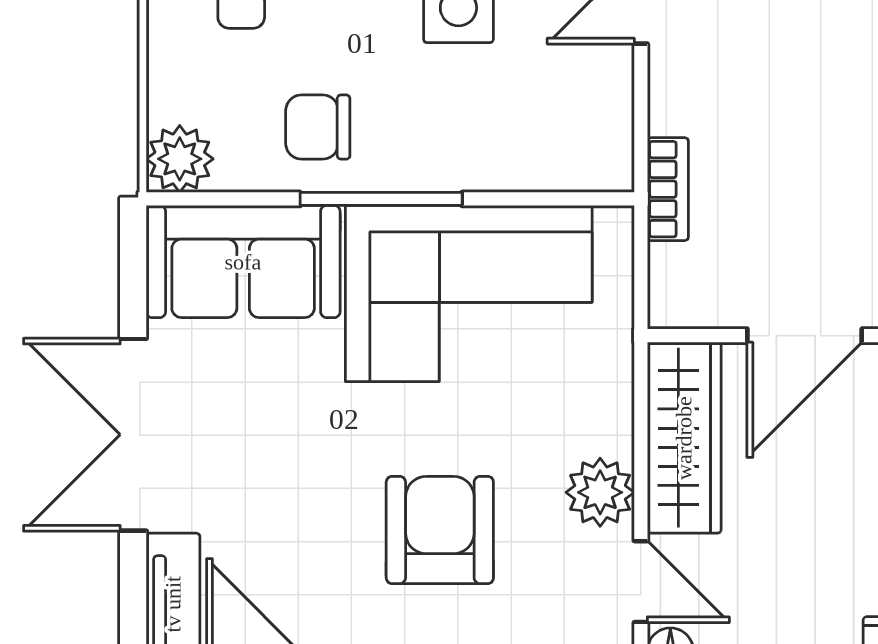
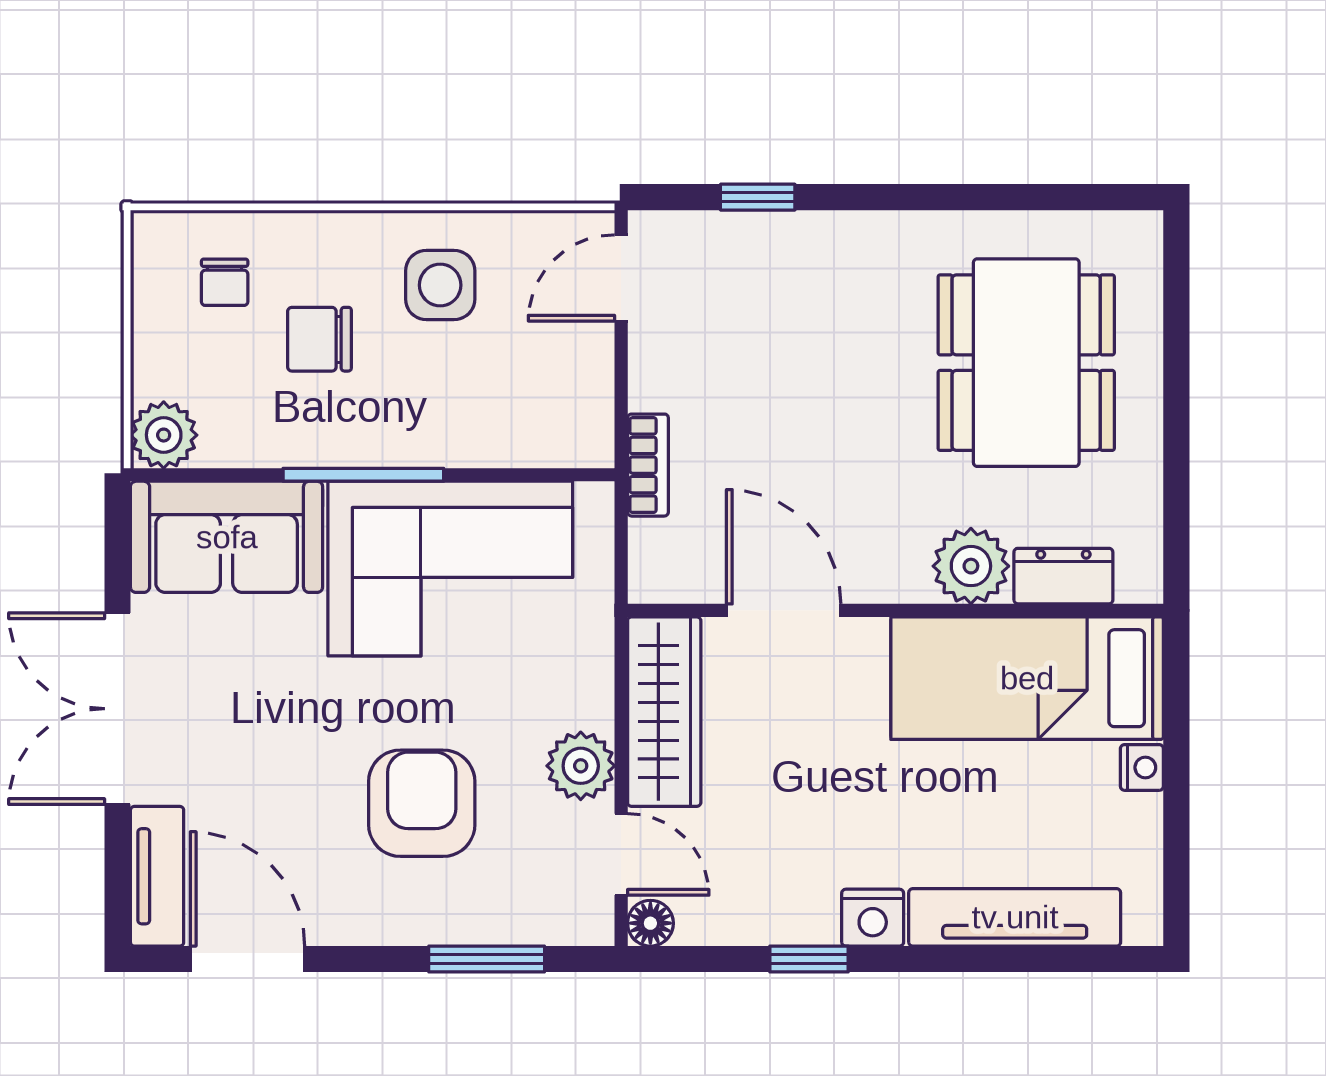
chair: (318, 127) -> (320, 339), moved
door: (805, 336) -> (784, 610), swing flipped

